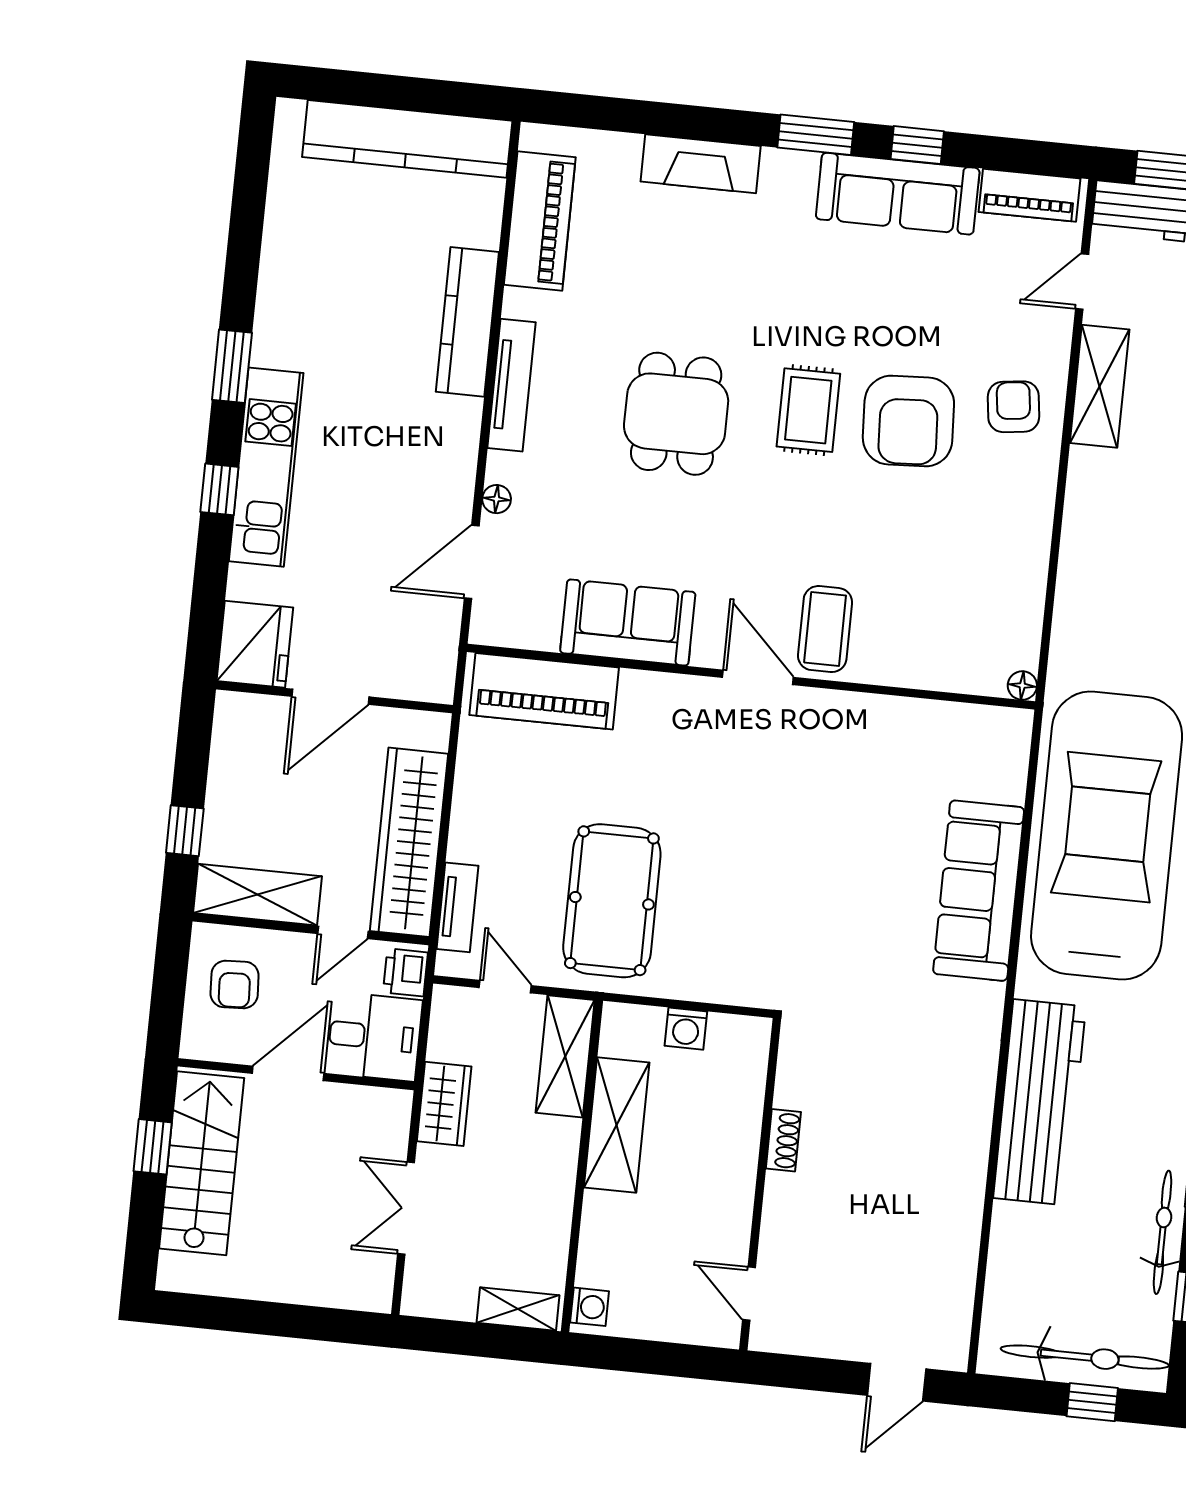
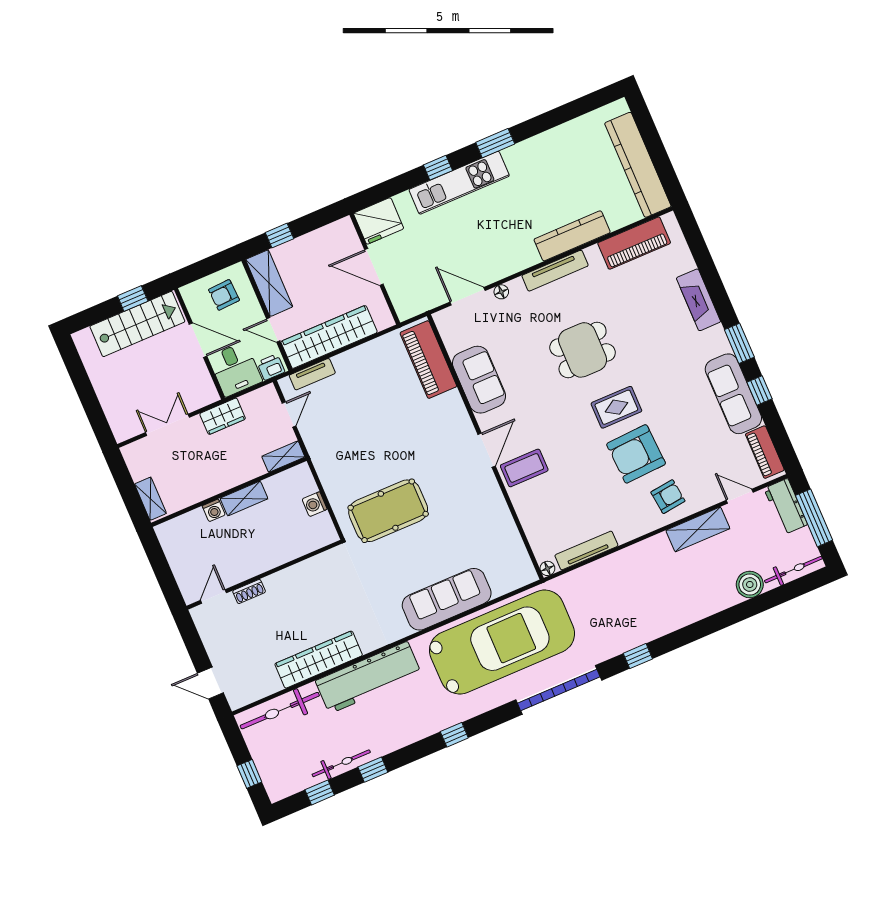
tv unit: (1029, 600) -> (586, 550), added
pool table: (612, 901) -> (388, 511), moved
shelving: (565, 1056) -> (283, 457), width x0.67, depth x0.75
shelving: (617, 1125) -> (244, 498), width x0.67, depth x0.75
shoe rack: (783, 1140) -> (249, 591), moved
wardrobe: (960, 1172) -> (319, 660), added
washing machine: (590, 1307) -> (214, 510), moved
bicycle: (1085, 1357) -> (280, 711), moved, turned 90

